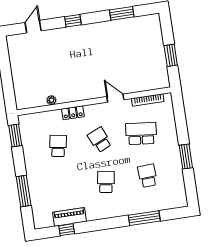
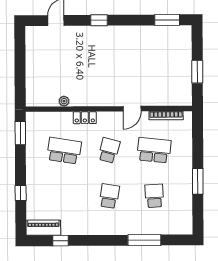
window: (122, 13) -> (167, 20), moved
door: (115, 98) -> (132, 109), swing flipped
school desk: (100, 140) -> (109, 150), turned 39
school desk: (58, 146) -> (64, 151), width x1.85
window: (24, 191) -> (21, 193), width x0.46
piano: (70, 217) -> (43, 228), moved

